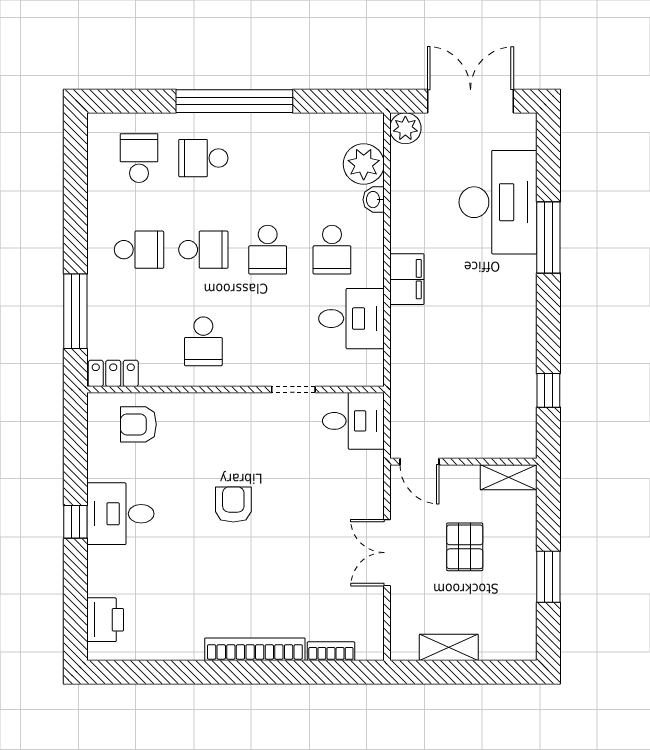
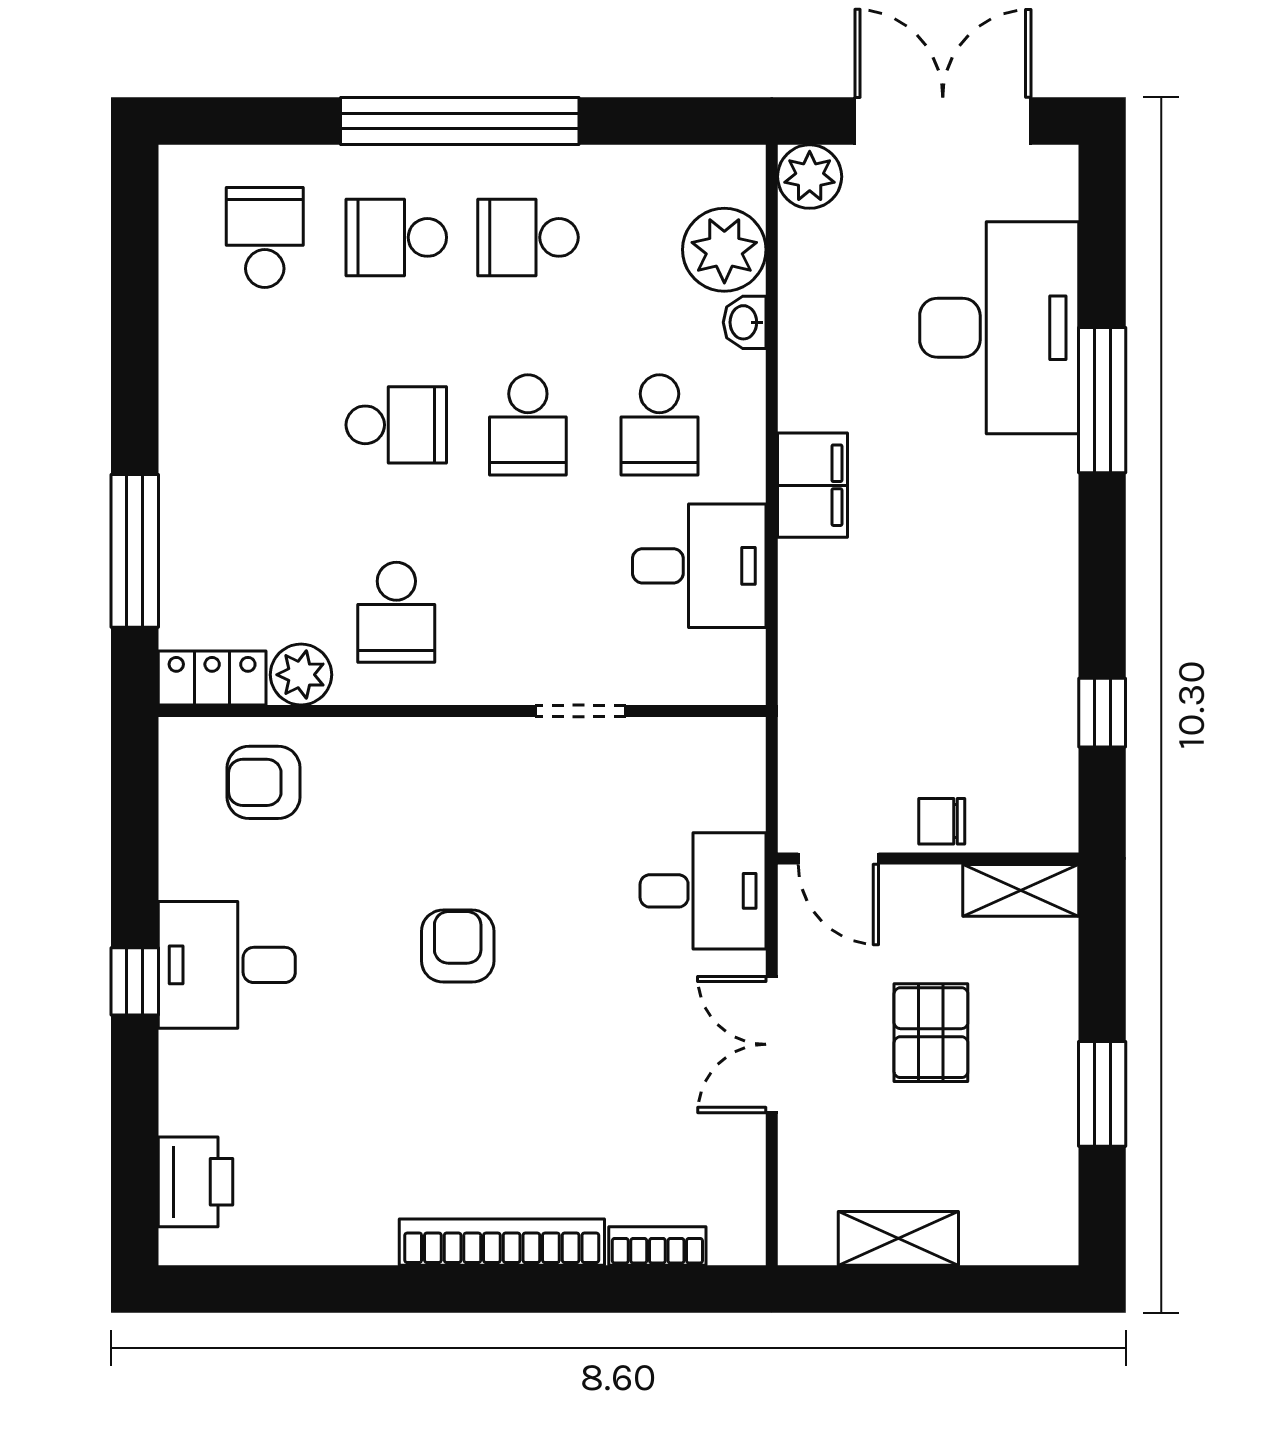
school desk: (139, 250) -> (528, 237), moved, turned 180
plant: (157, 372) -> (301, 675), added
desk: (353, 421) -> (703, 891), moved
chair: (470, 444) -> (942, 821), added

